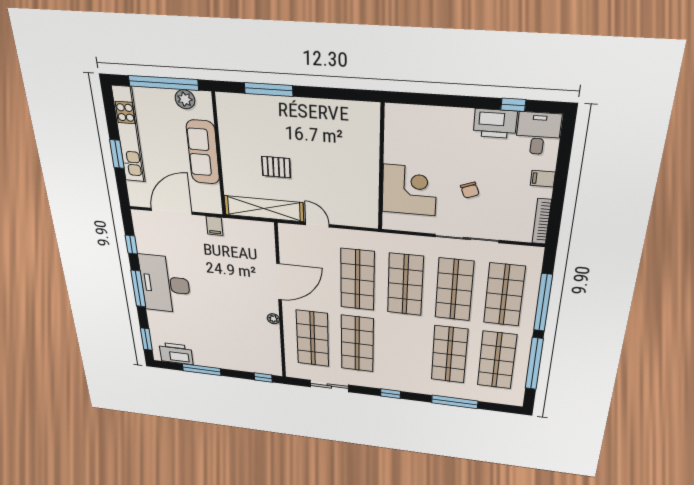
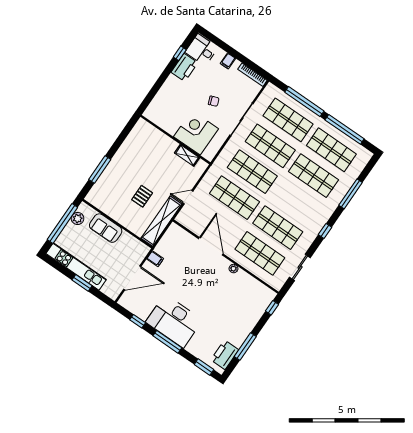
sofa: (203, 152) -> (106, 228), width x0.73
shelving: (370, 195) -> (187, 155), added
door: (172, 211) -> (132, 278), swing flipped

